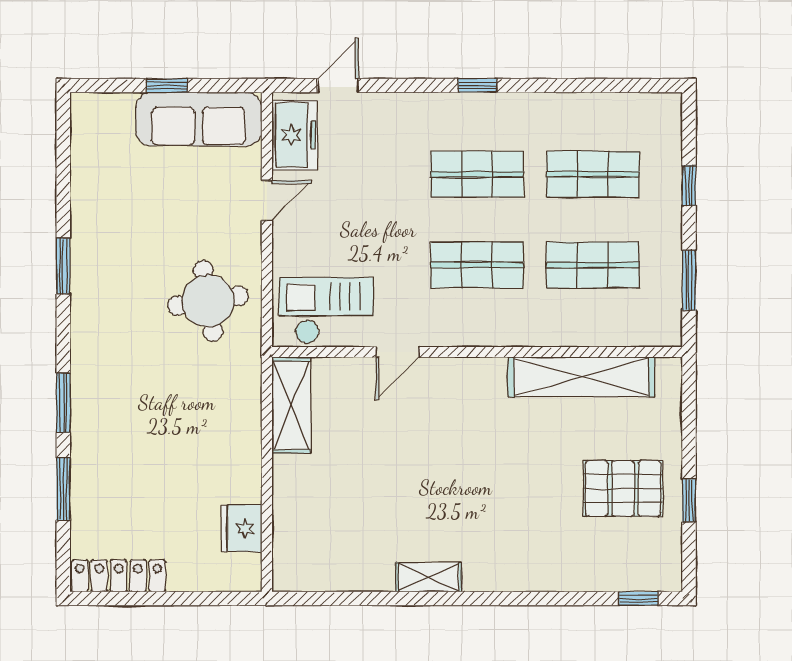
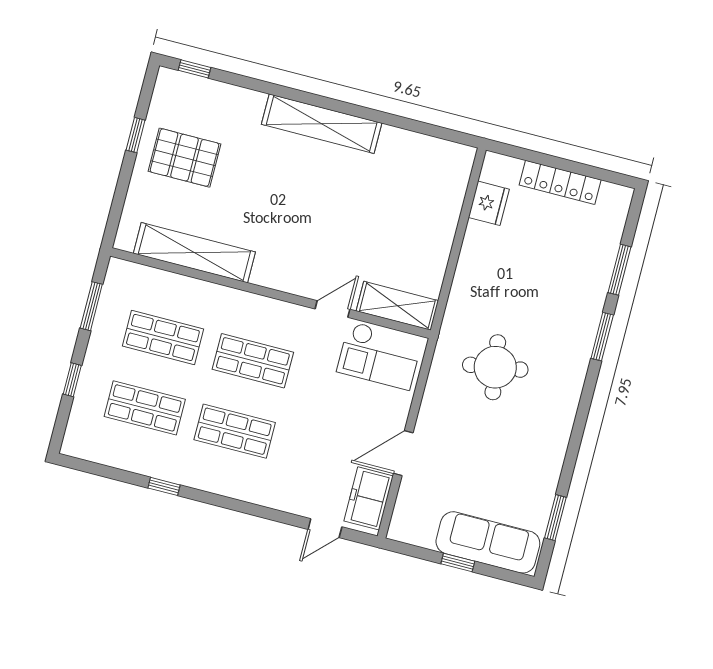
window: (477, 86) -> (164, 486), moved
sofa: (199, 119) -> (488, 542), moved
door: (267, 200) -> (403, 453), width x1.38
window: (63, 266) -> (555, 518), moved
round table: (208, 301) -> (495, 367), moved
shelving: (291, 405) -> (397, 306), moved, turned 90
locker: (119, 576) -> (560, 182), moved
shelving: (429, 577) -> (322, 124), width x2.20, depth x1.33

